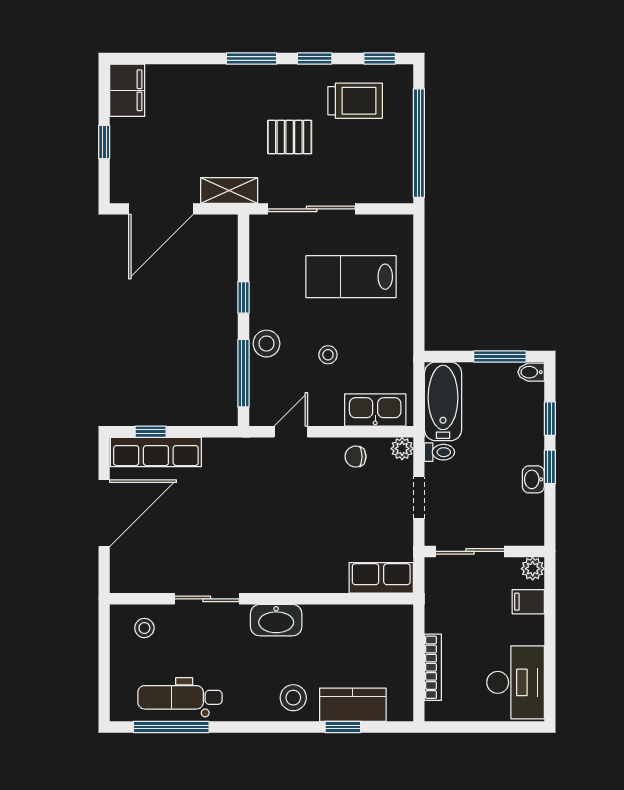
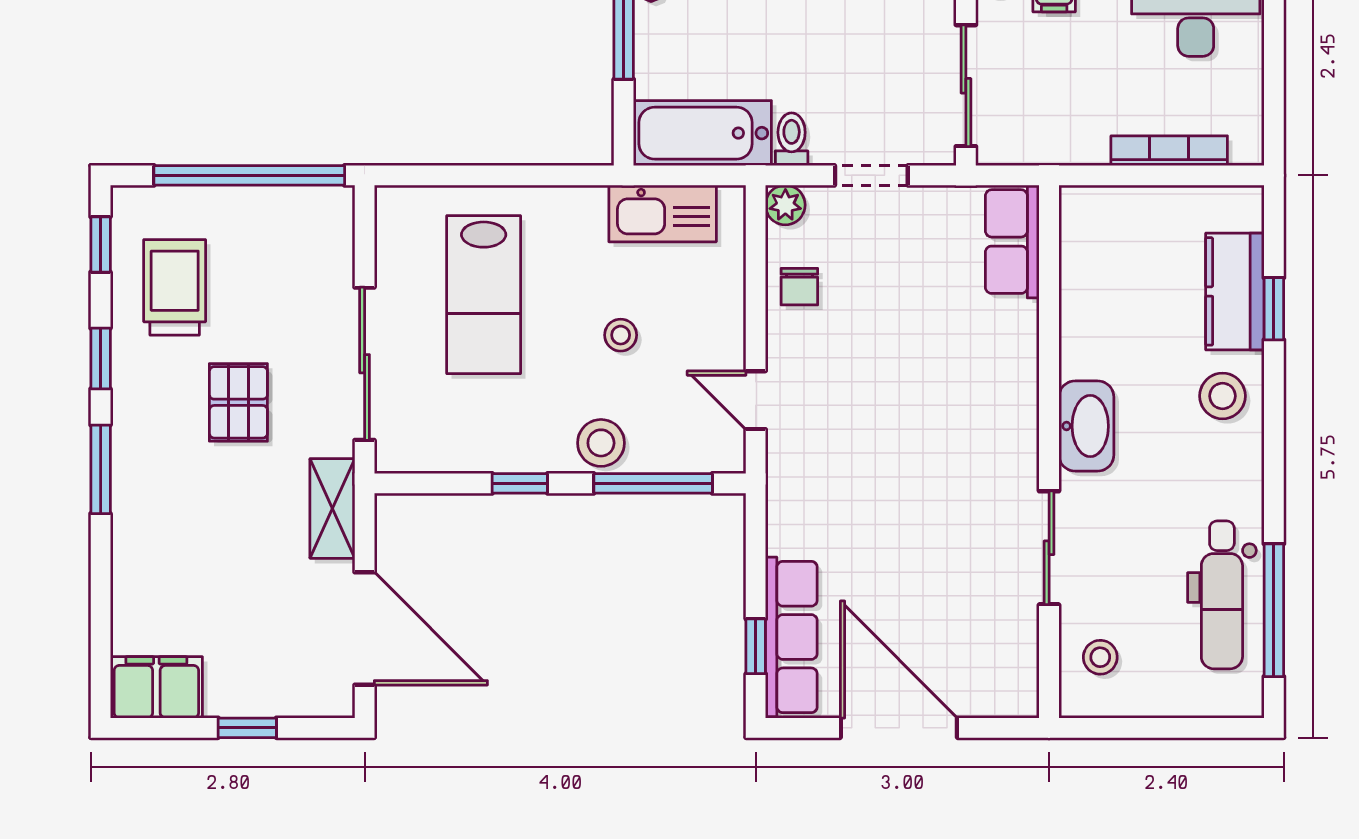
kitchen sink: (375, 410) -> (663, 214), moved, turned -90

